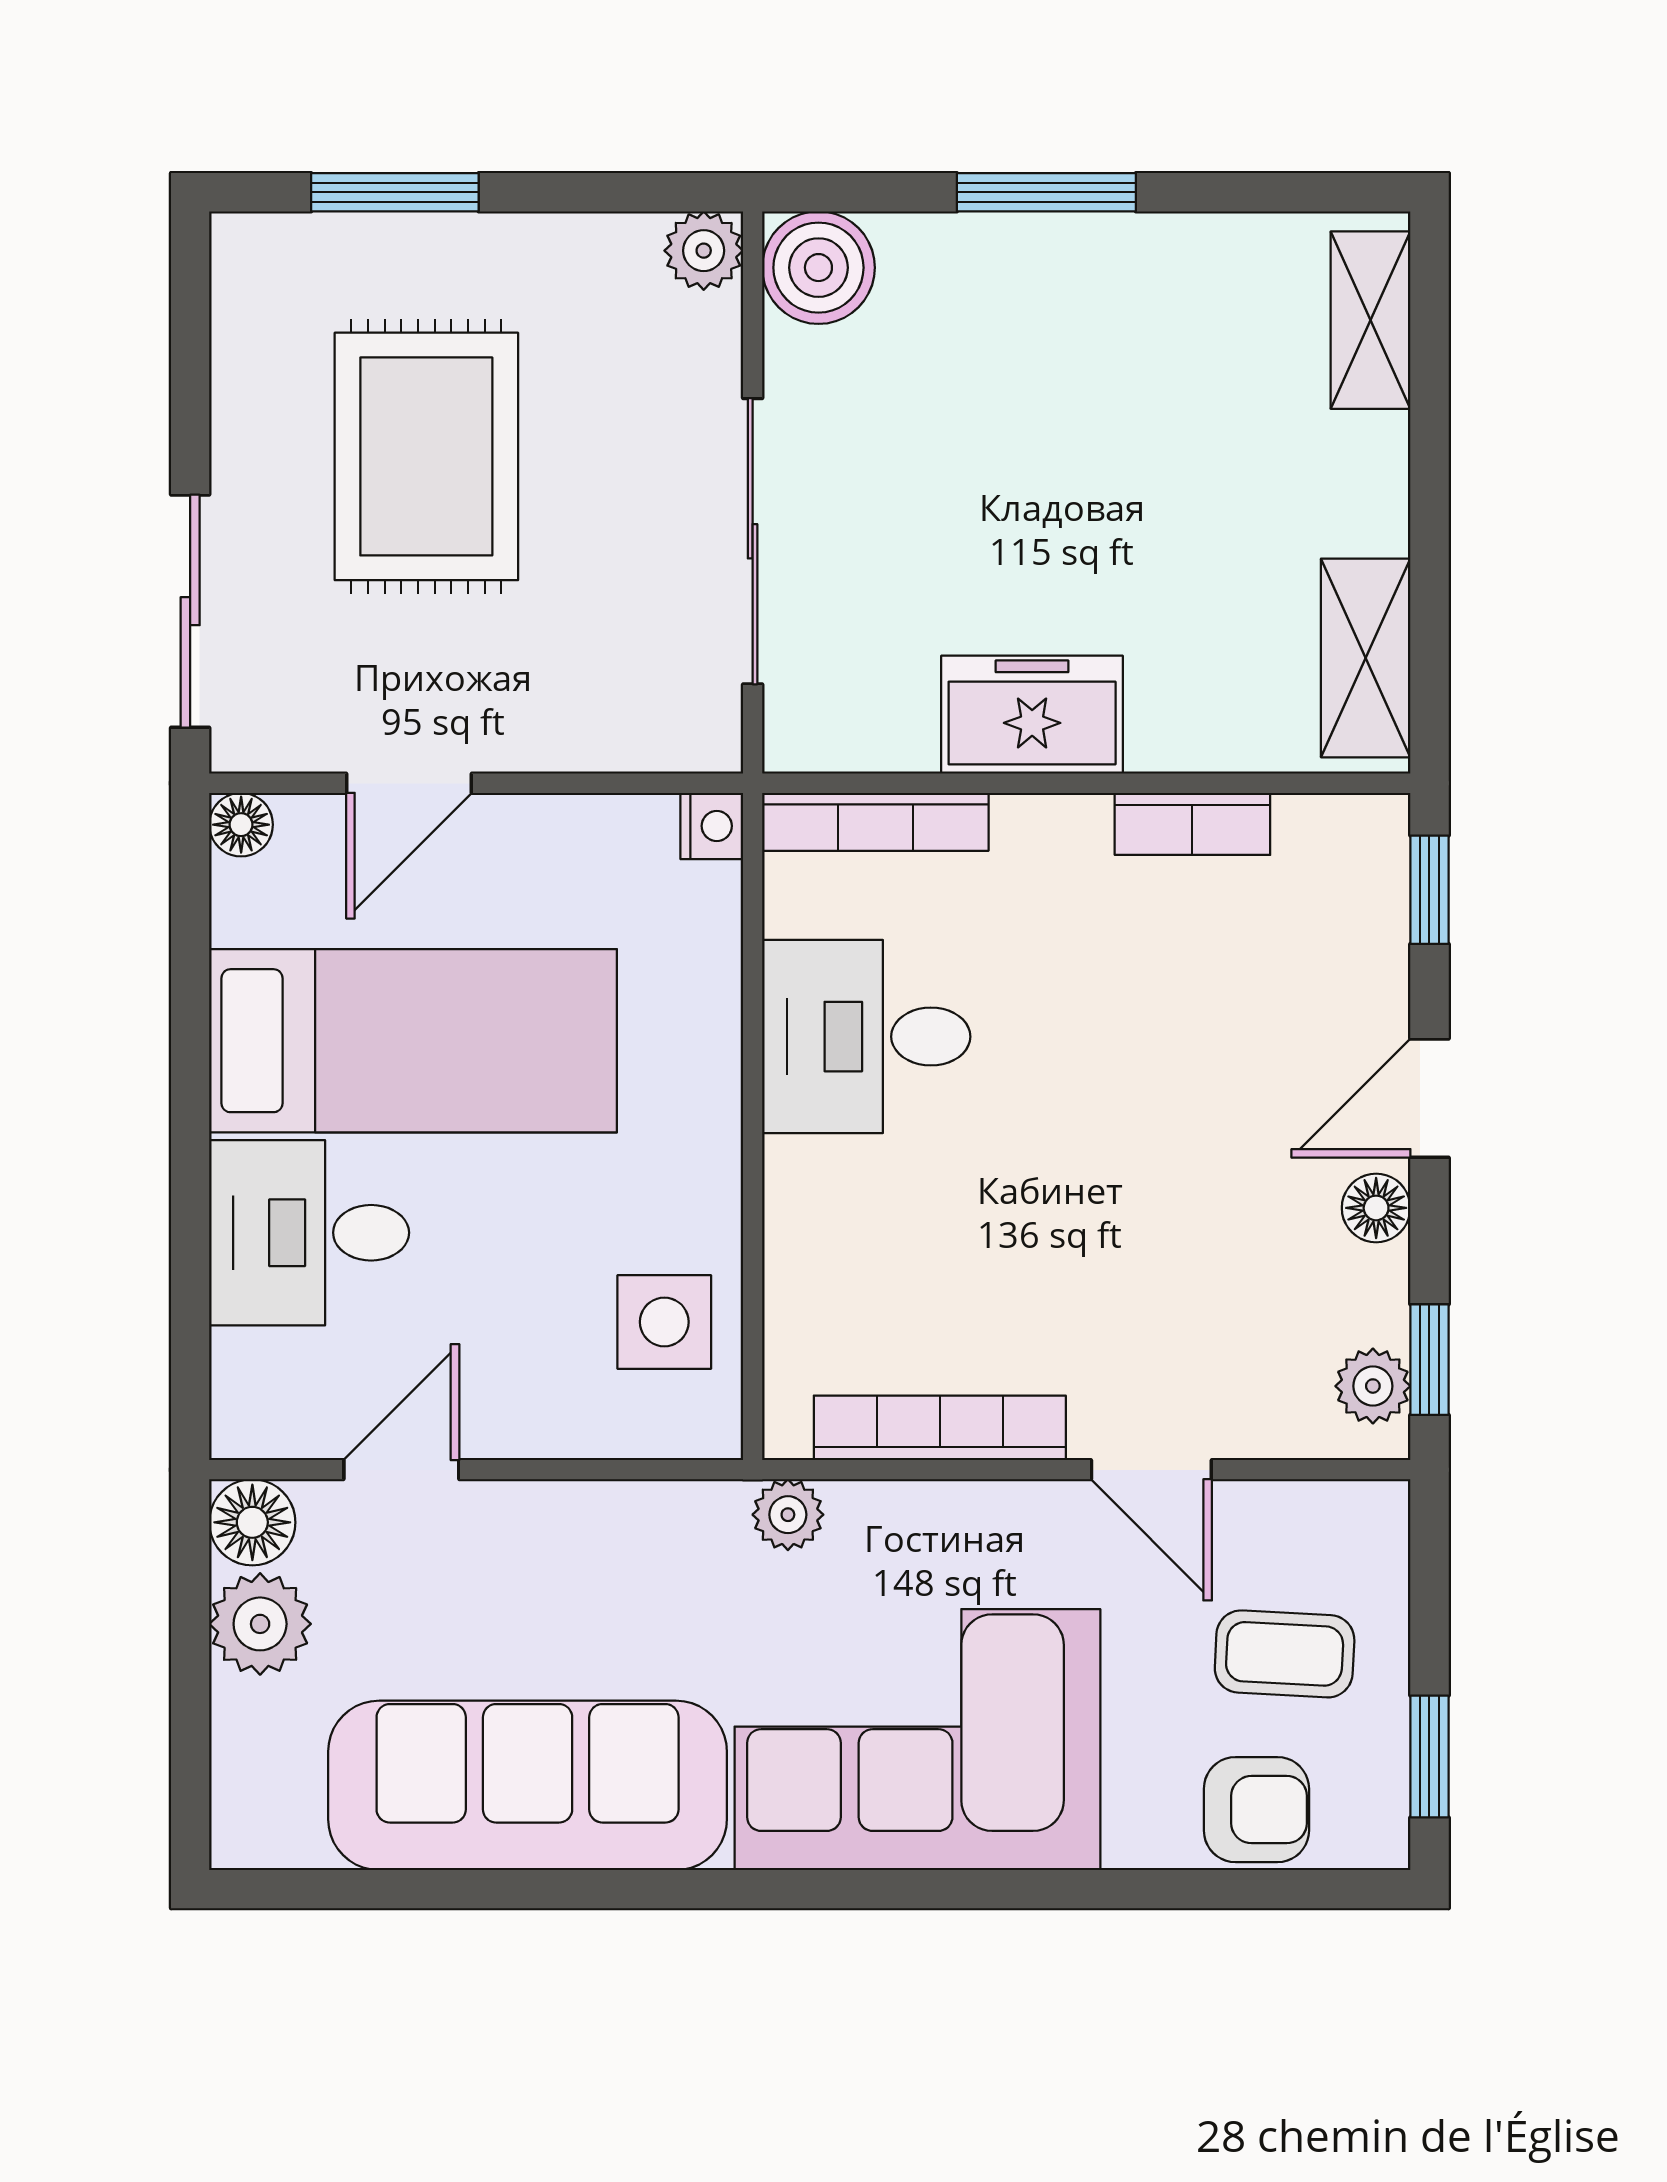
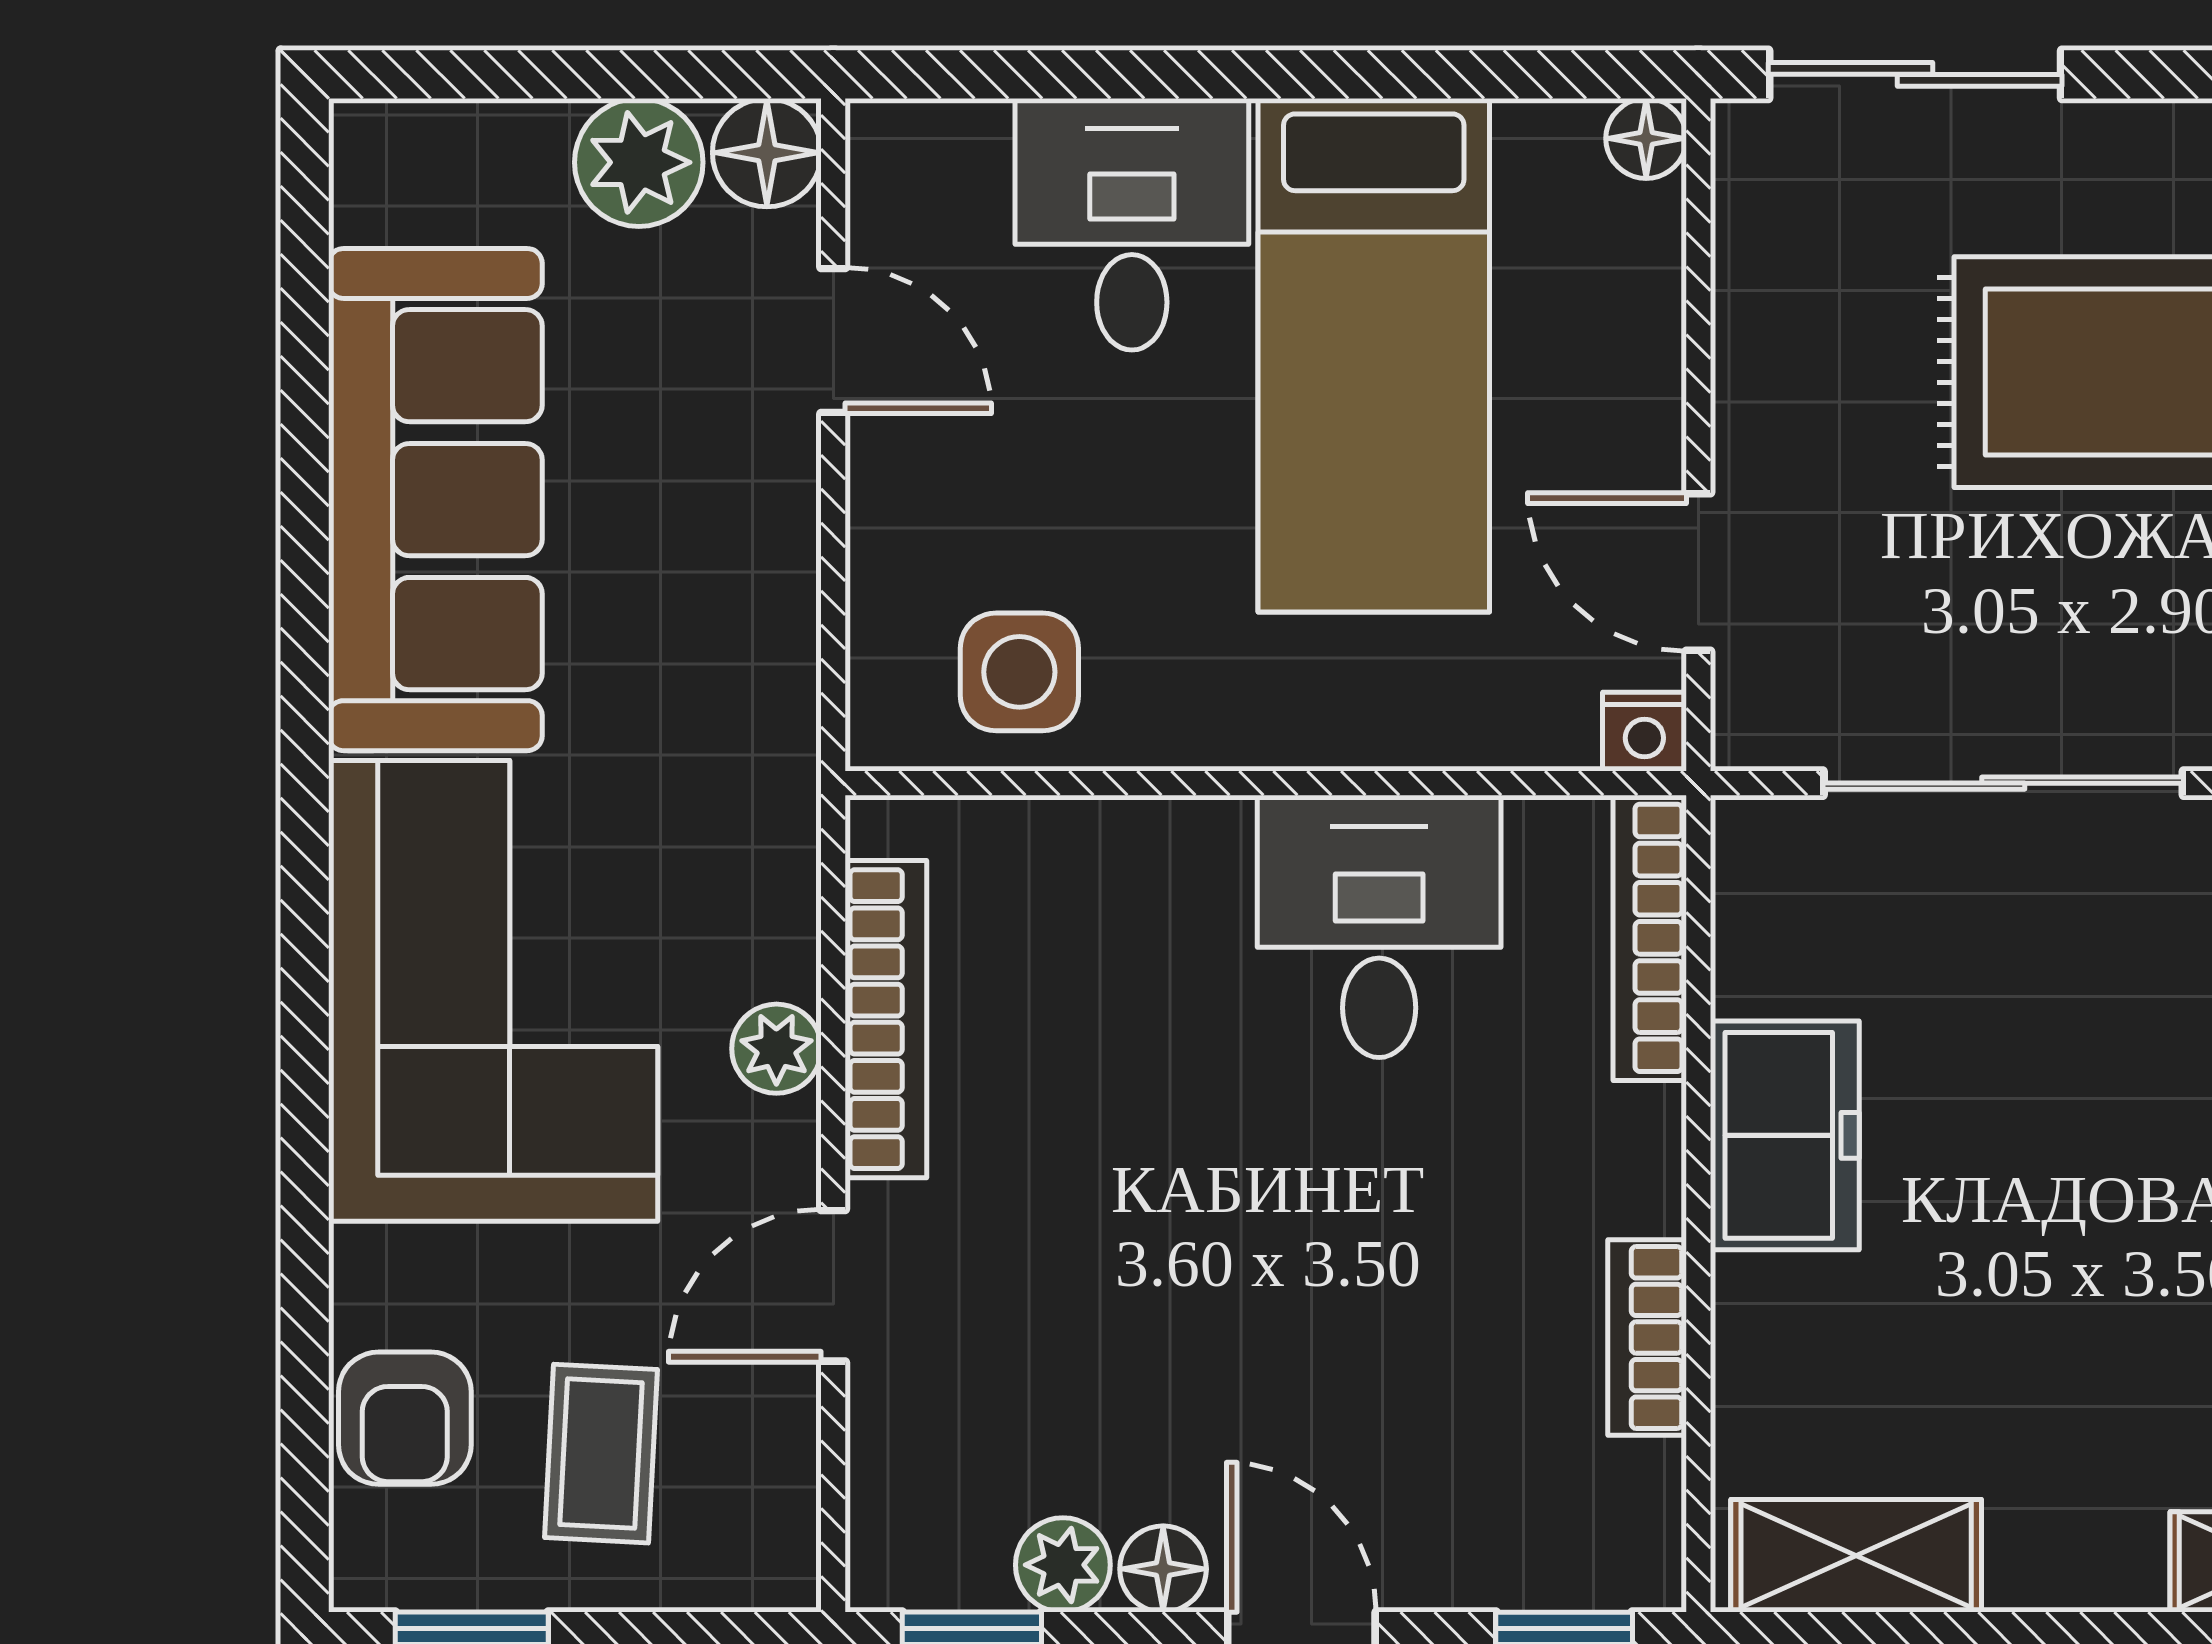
door: (409, 783) -> (1698, 572), moved
plant: (1373, 1386) -> (1063, 1565), moved
plant: (788, 1515) -> (776, 1049), moved

